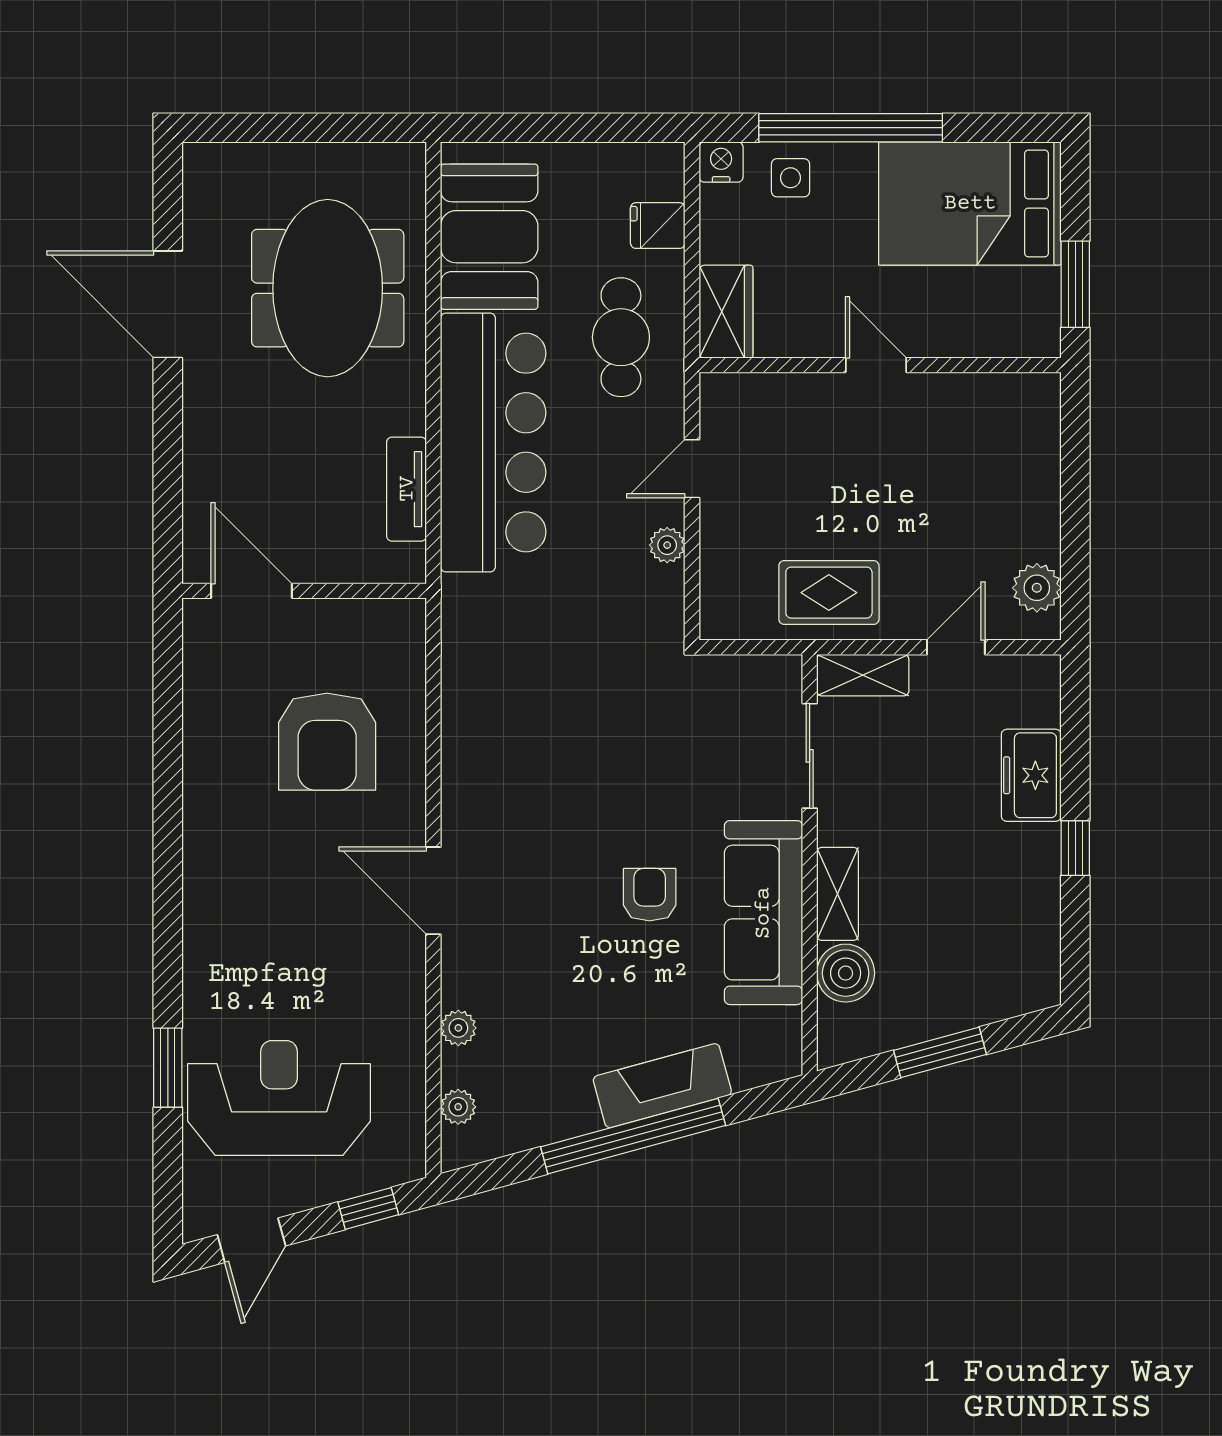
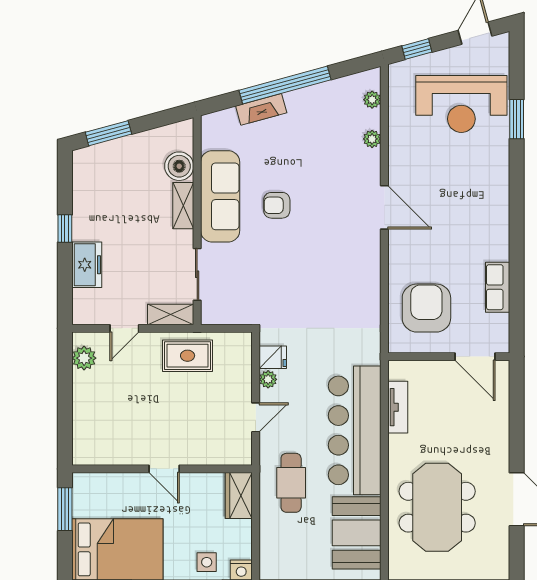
fridge: (658, 226) -> (273, 357), moved
row of seats: (206, 730) -> (498, 287), added
armchair: (327, 742) -> (426, 308), moved
armchair: (650, 895) -> (277, 205), turned 90
window: (940, 1052) -> (108, 133), moved
fireplace: (662, 1086) -> (261, 109), width x0.73, depth x0.76

